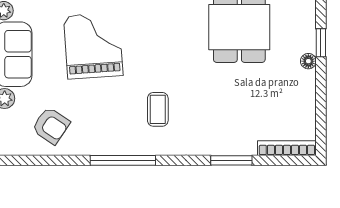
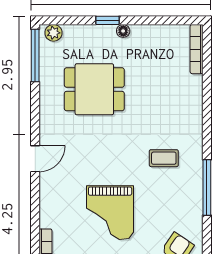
grand piano: (93, 46) -> (110, 213), turned -86
window: (231, 160) -> (207, 96), removed

